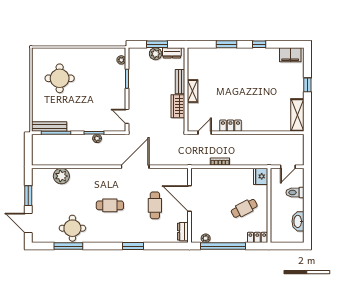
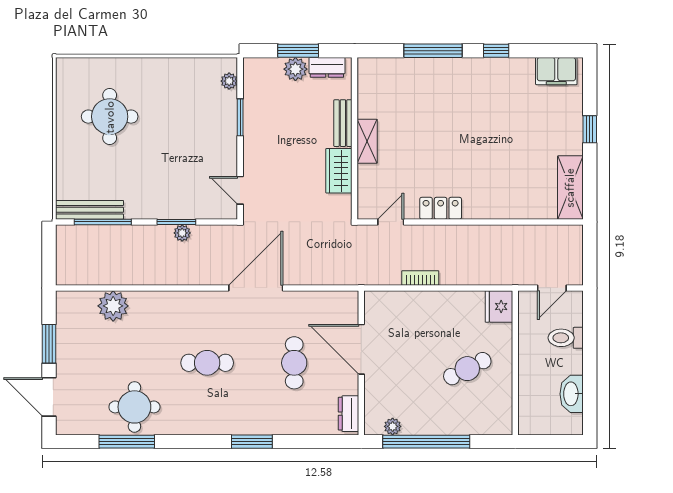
window: (227, 44) -> (433, 51), width x1.44
locker: (257, 237) -> (493, 425), removed

